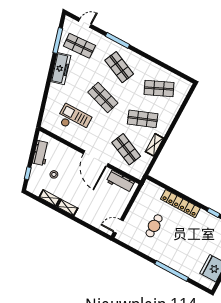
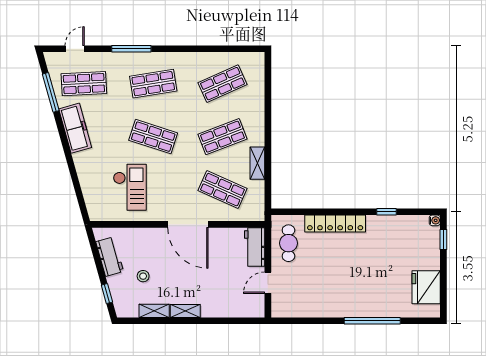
shop shelf: (119, 67) -> (153, 84), turned -33
checkout: (74, 119) -> (130, 187), turned 90
workbench: (120, 182) -> (255, 247), moved, turned 90
door: (118, 226) -> (268, 283), moved
cafe table: (154, 226) -> (288, 243), moved

